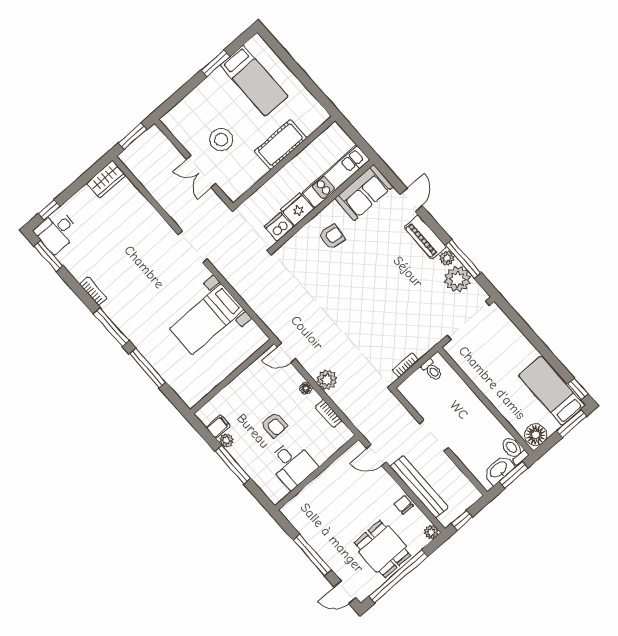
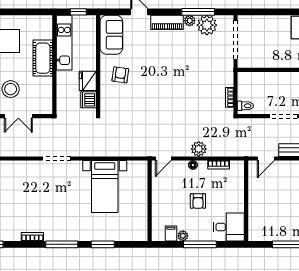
window: (358, 139) -> (78, 12), added
kitchen unit: (336, 176) -> (64, 43), moved, turned 180
window: (147, 368) -> (103, 244), width x0.69
toilet: (432, 370) -> (245, 106), moved
armchair: (274, 425) -> (198, 201), turned 90
desk: (292, 464) -> (229, 227), moved

